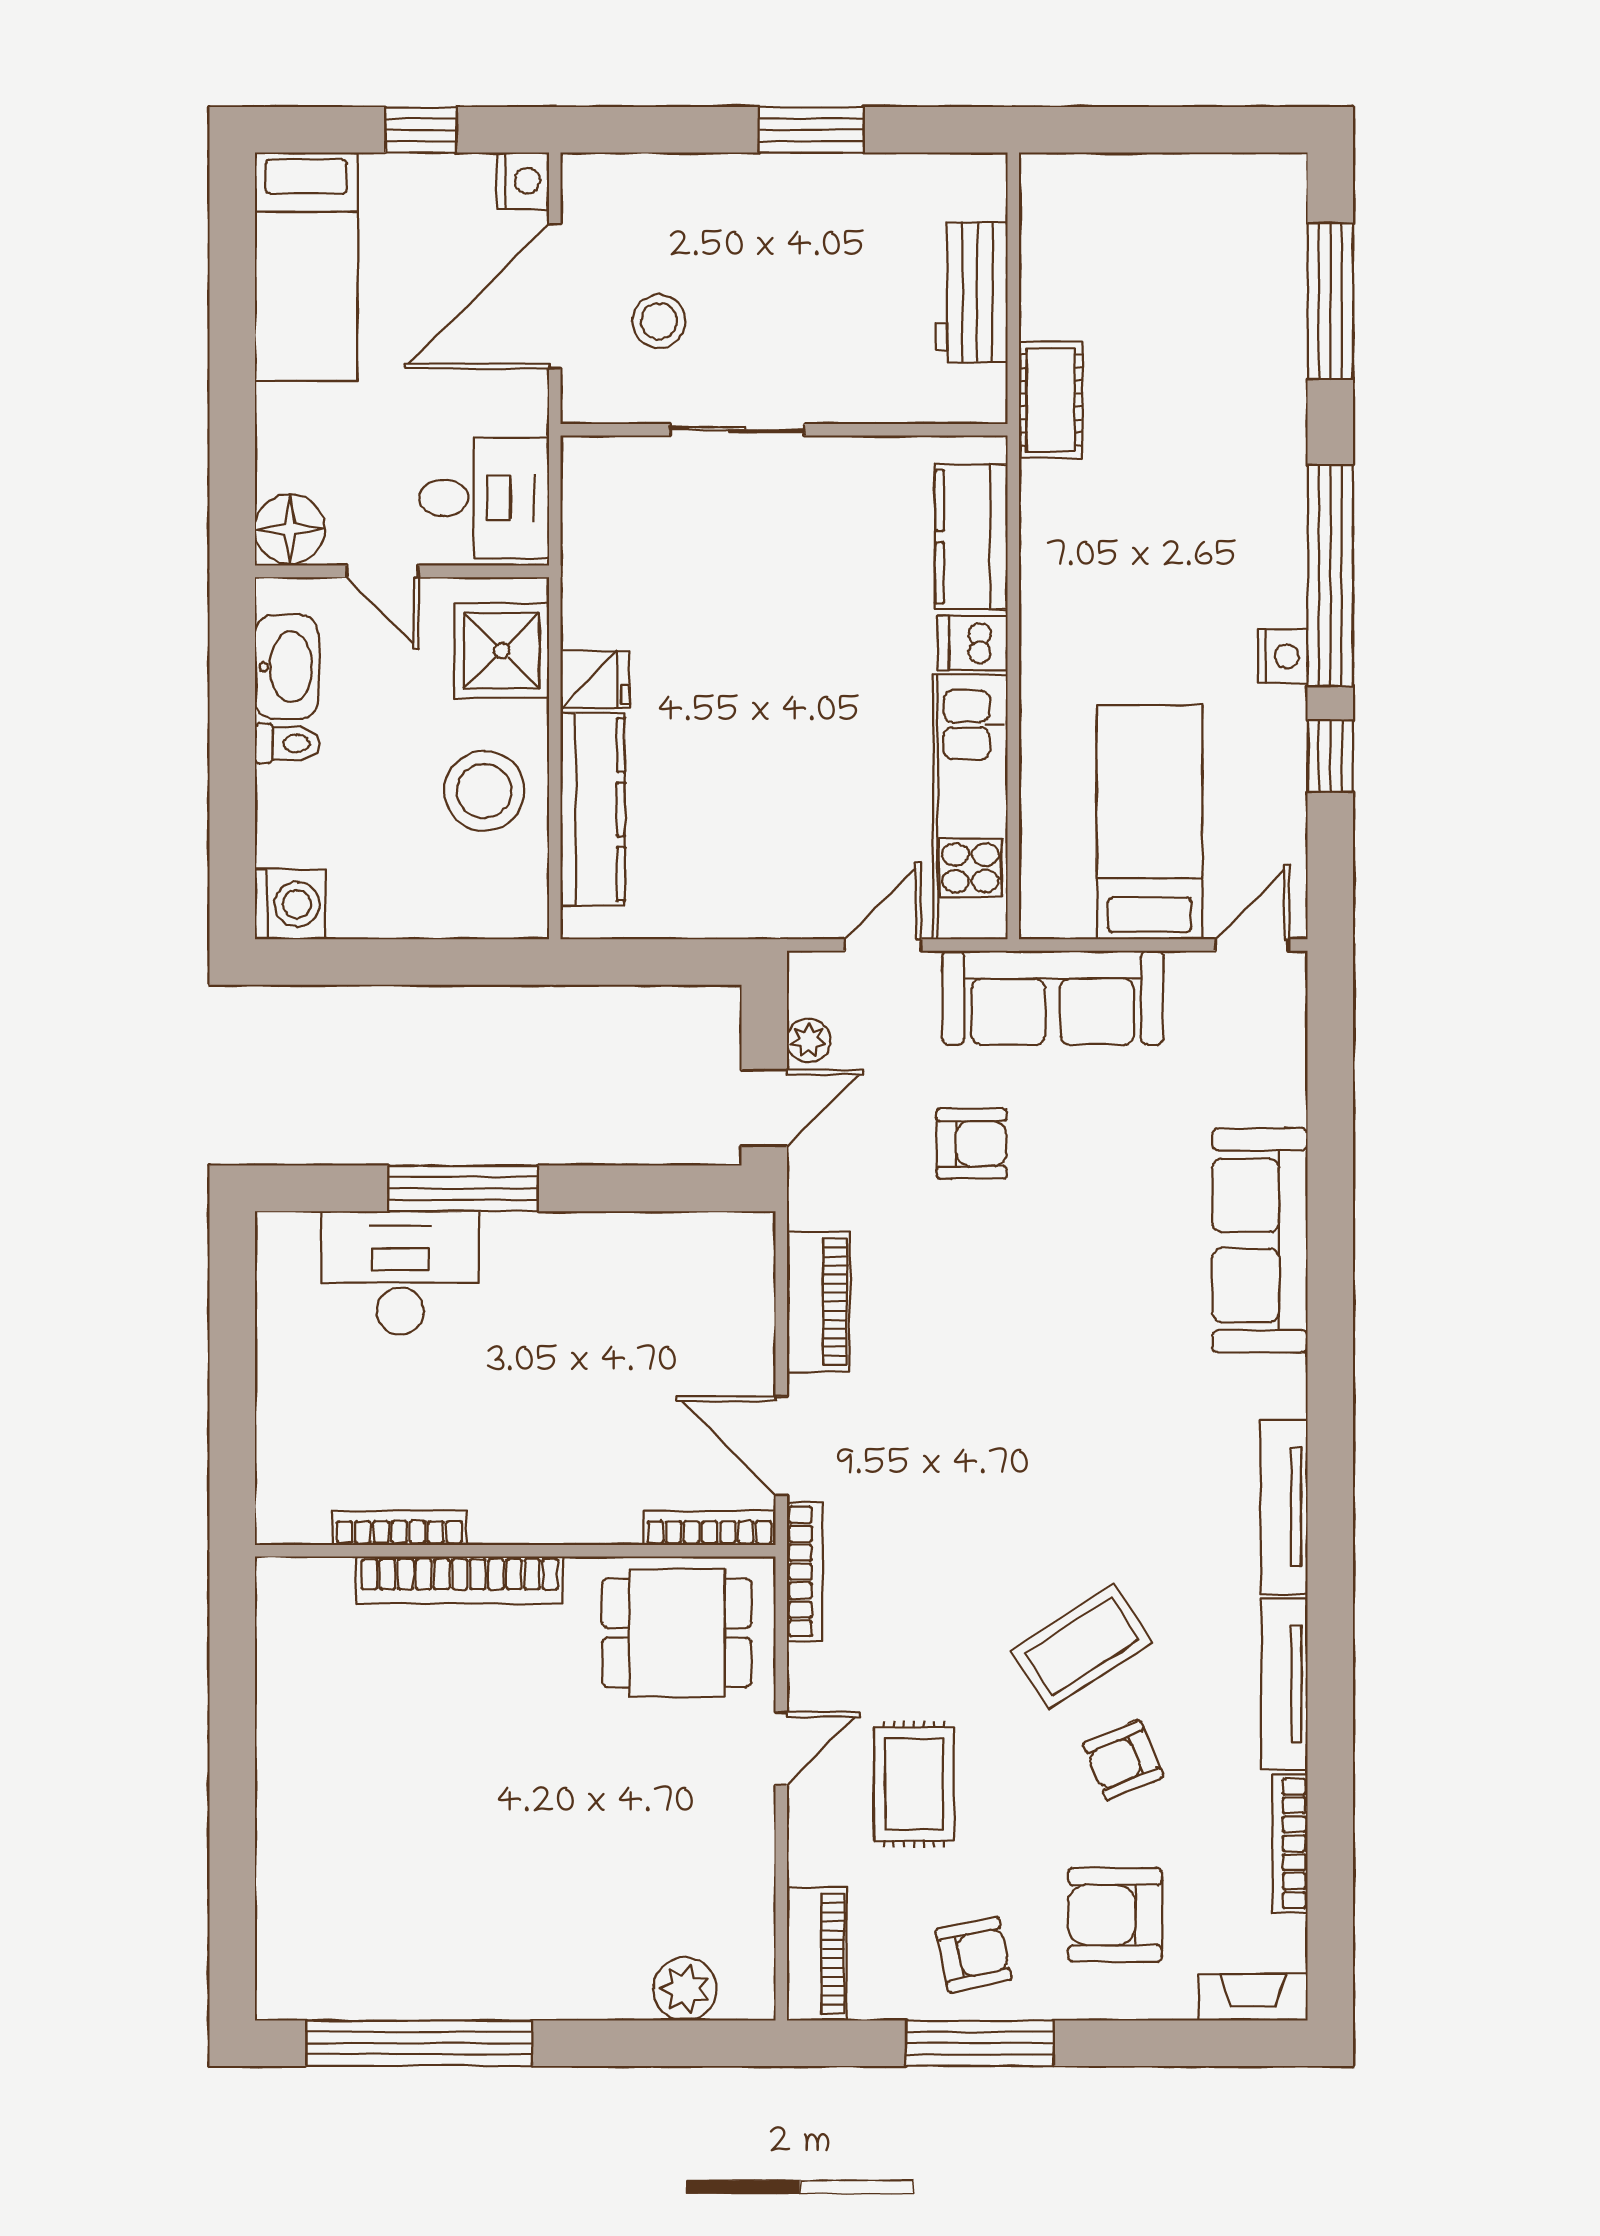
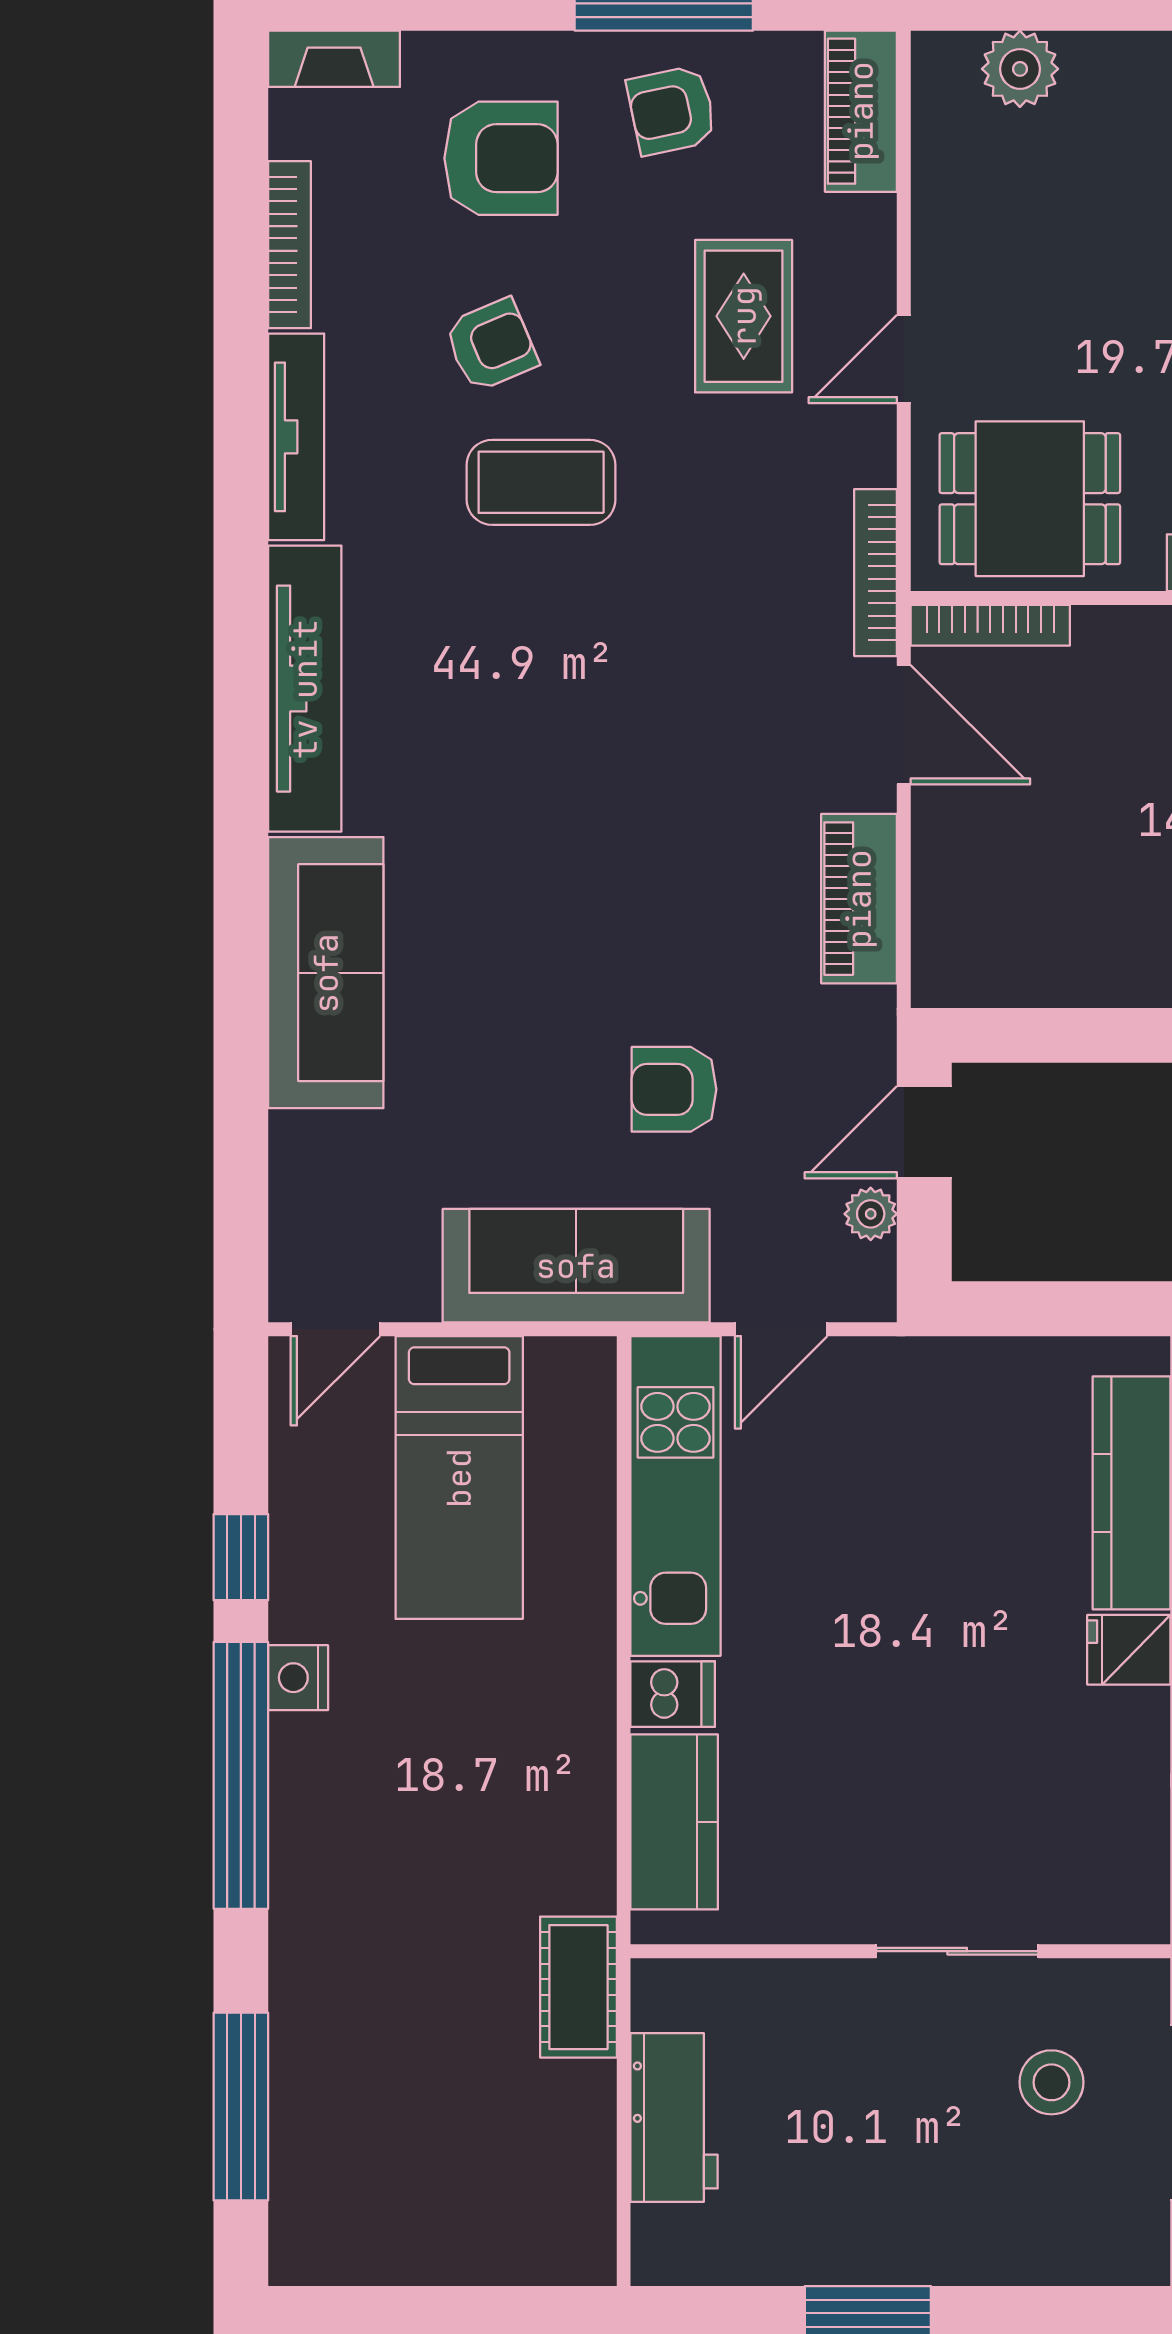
tv unit: (1284, 1507) -> (305, 689), width x1.36, depth x1.29
coffee table: (1082, 1646) -> (541, 482), turned 33

